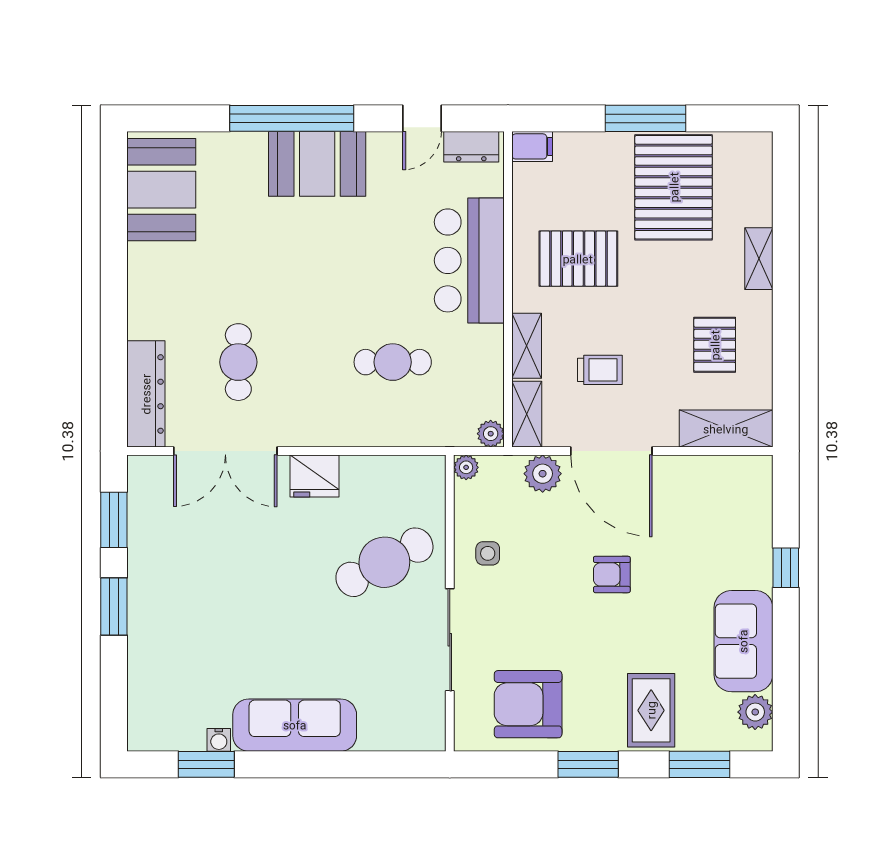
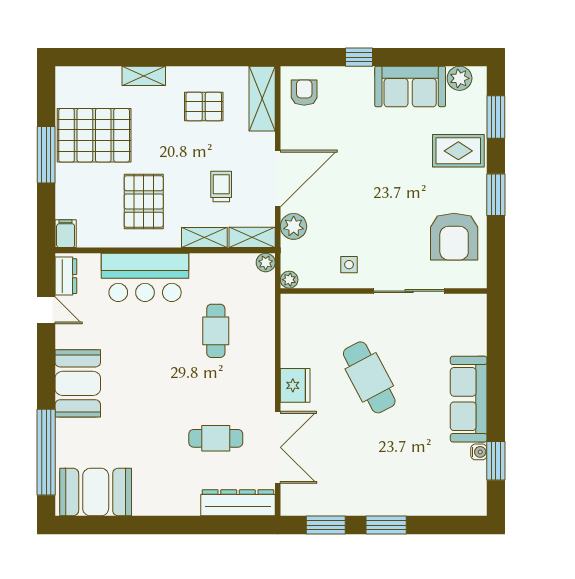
window: (292, 118) -> (46, 452), moved
cafe table: (384, 562) -> (369, 377), moved
armchair: (612, 574) -> (304, 93), moved, turned 180

